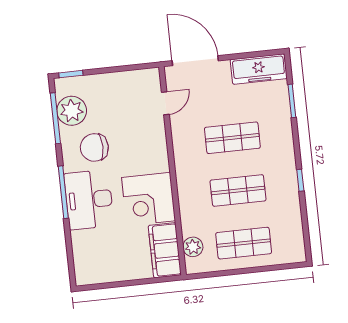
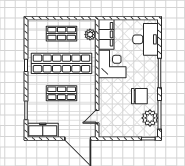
shop shelf: (238, 190) -> (62, 63), width x2.00, depth x1.36
desk: (89, 200) -> (146, 39), moved

